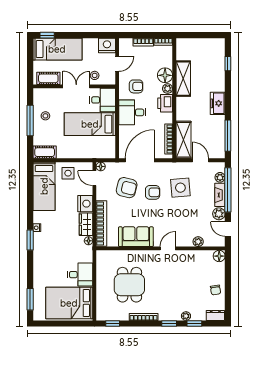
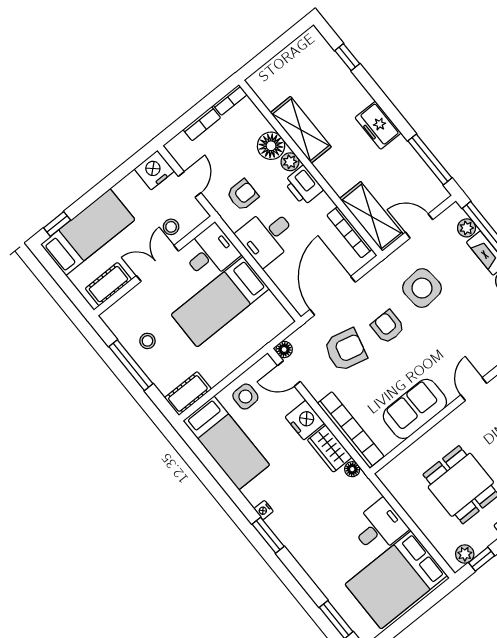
armchair: (153, 192) -> (388, 327), turned -90
plant: (107, 316) -> (465, 554), added

